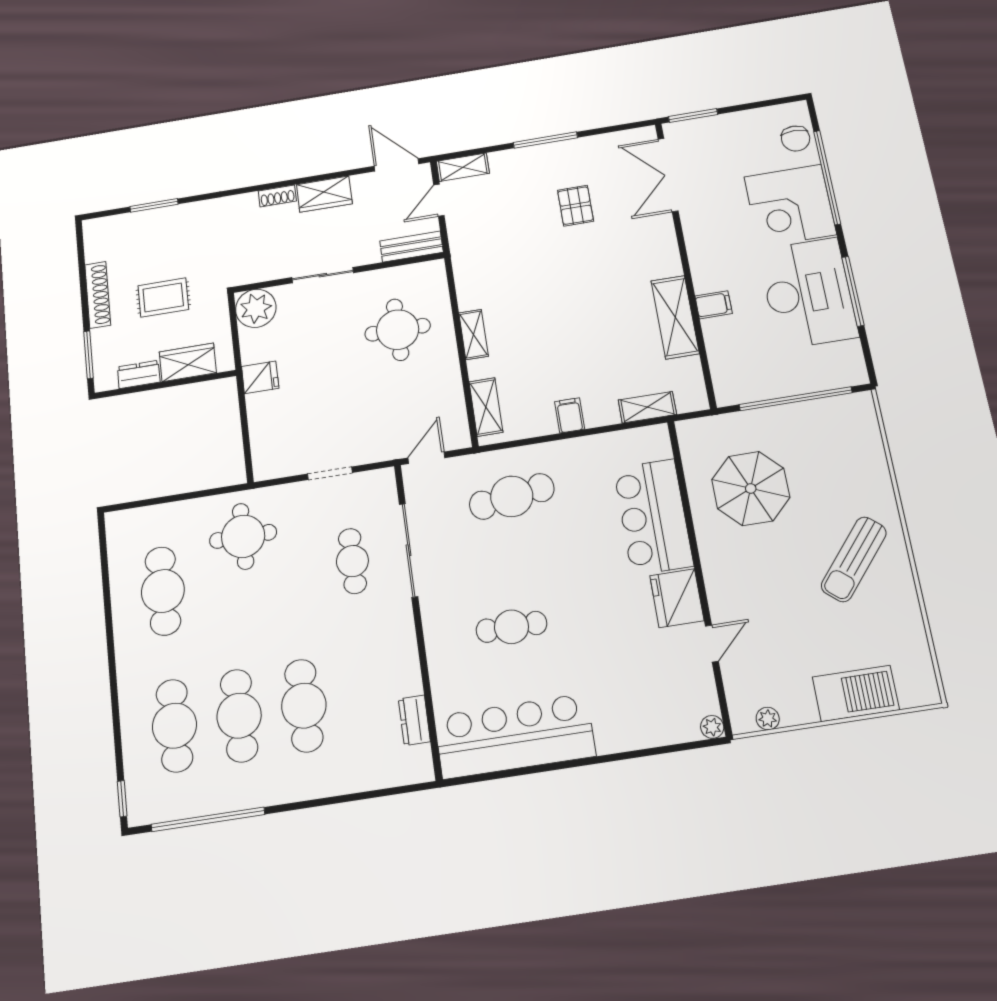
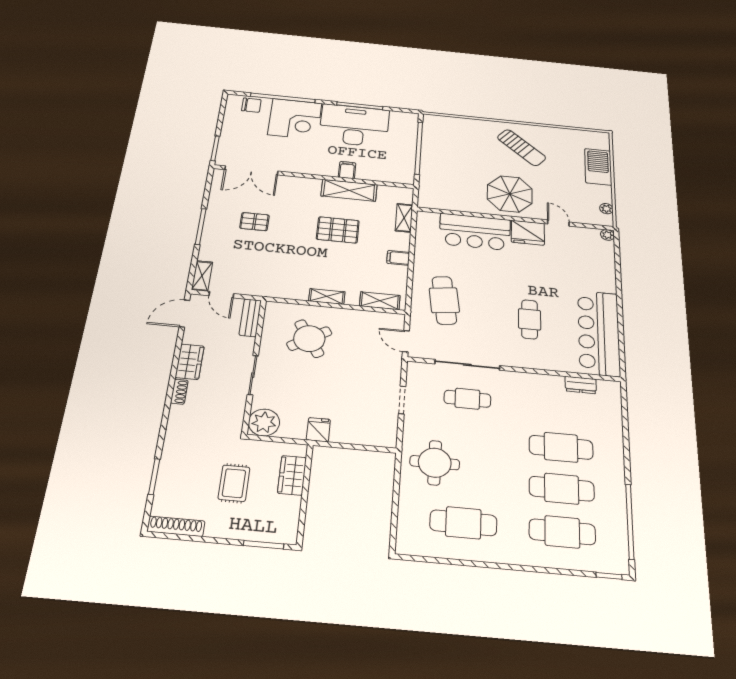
shoe rack: (98, 295) -> (176, 526), moved
pallet: (595, 320) -> (338, 230), added
round table: (398, 330) -> (309, 339), turned -32
dresser: (139, 374) -> (291, 511), removed
parasol: (751, 489) -> (510, 194), moved

